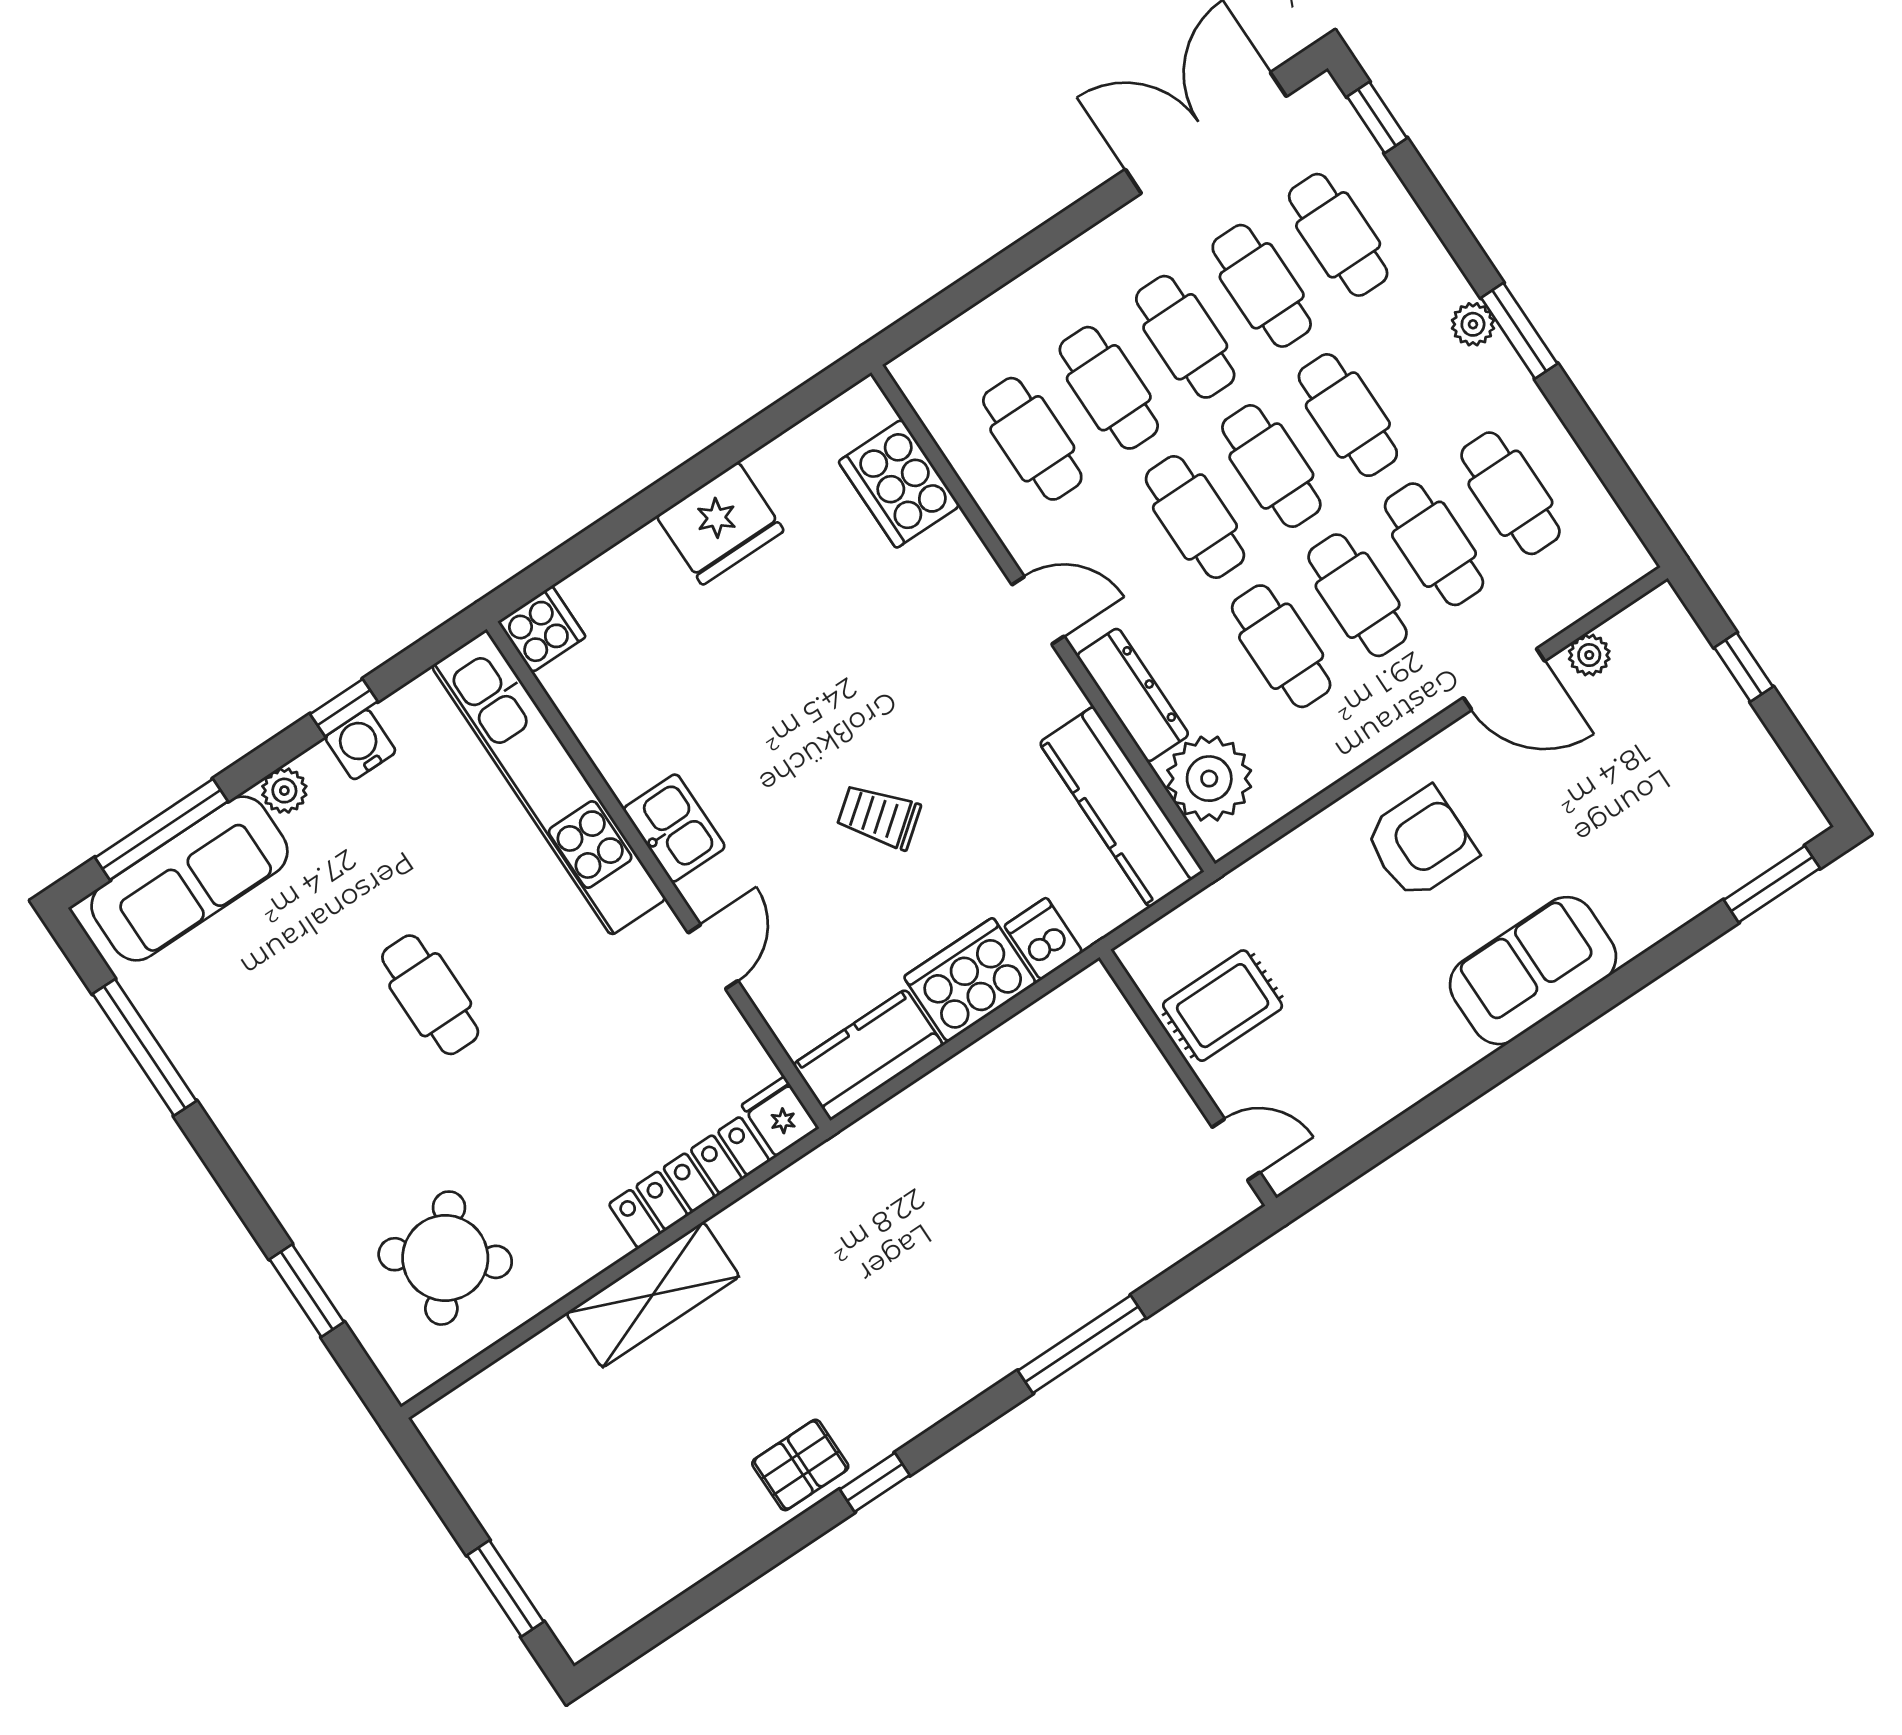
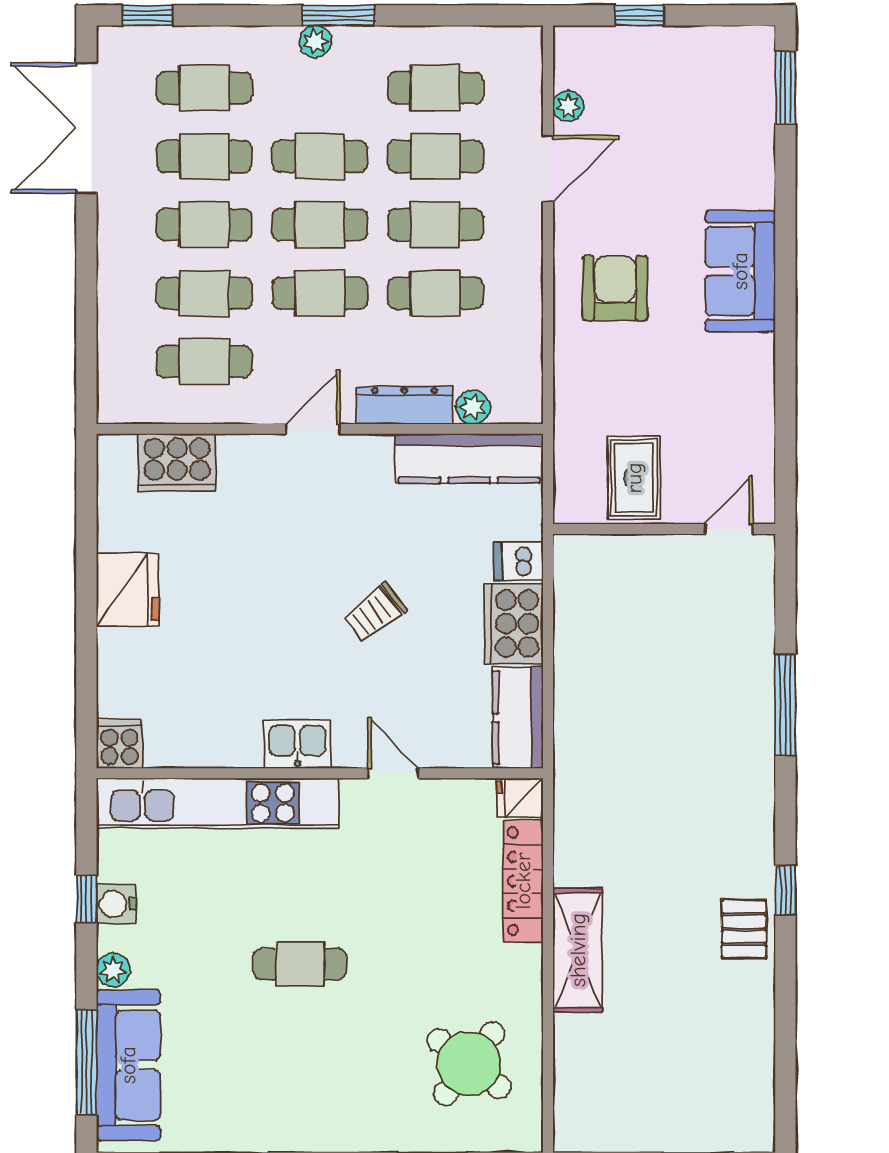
plant: (1209, 779) -> (473, 407), width x0.53, depth x0.53

